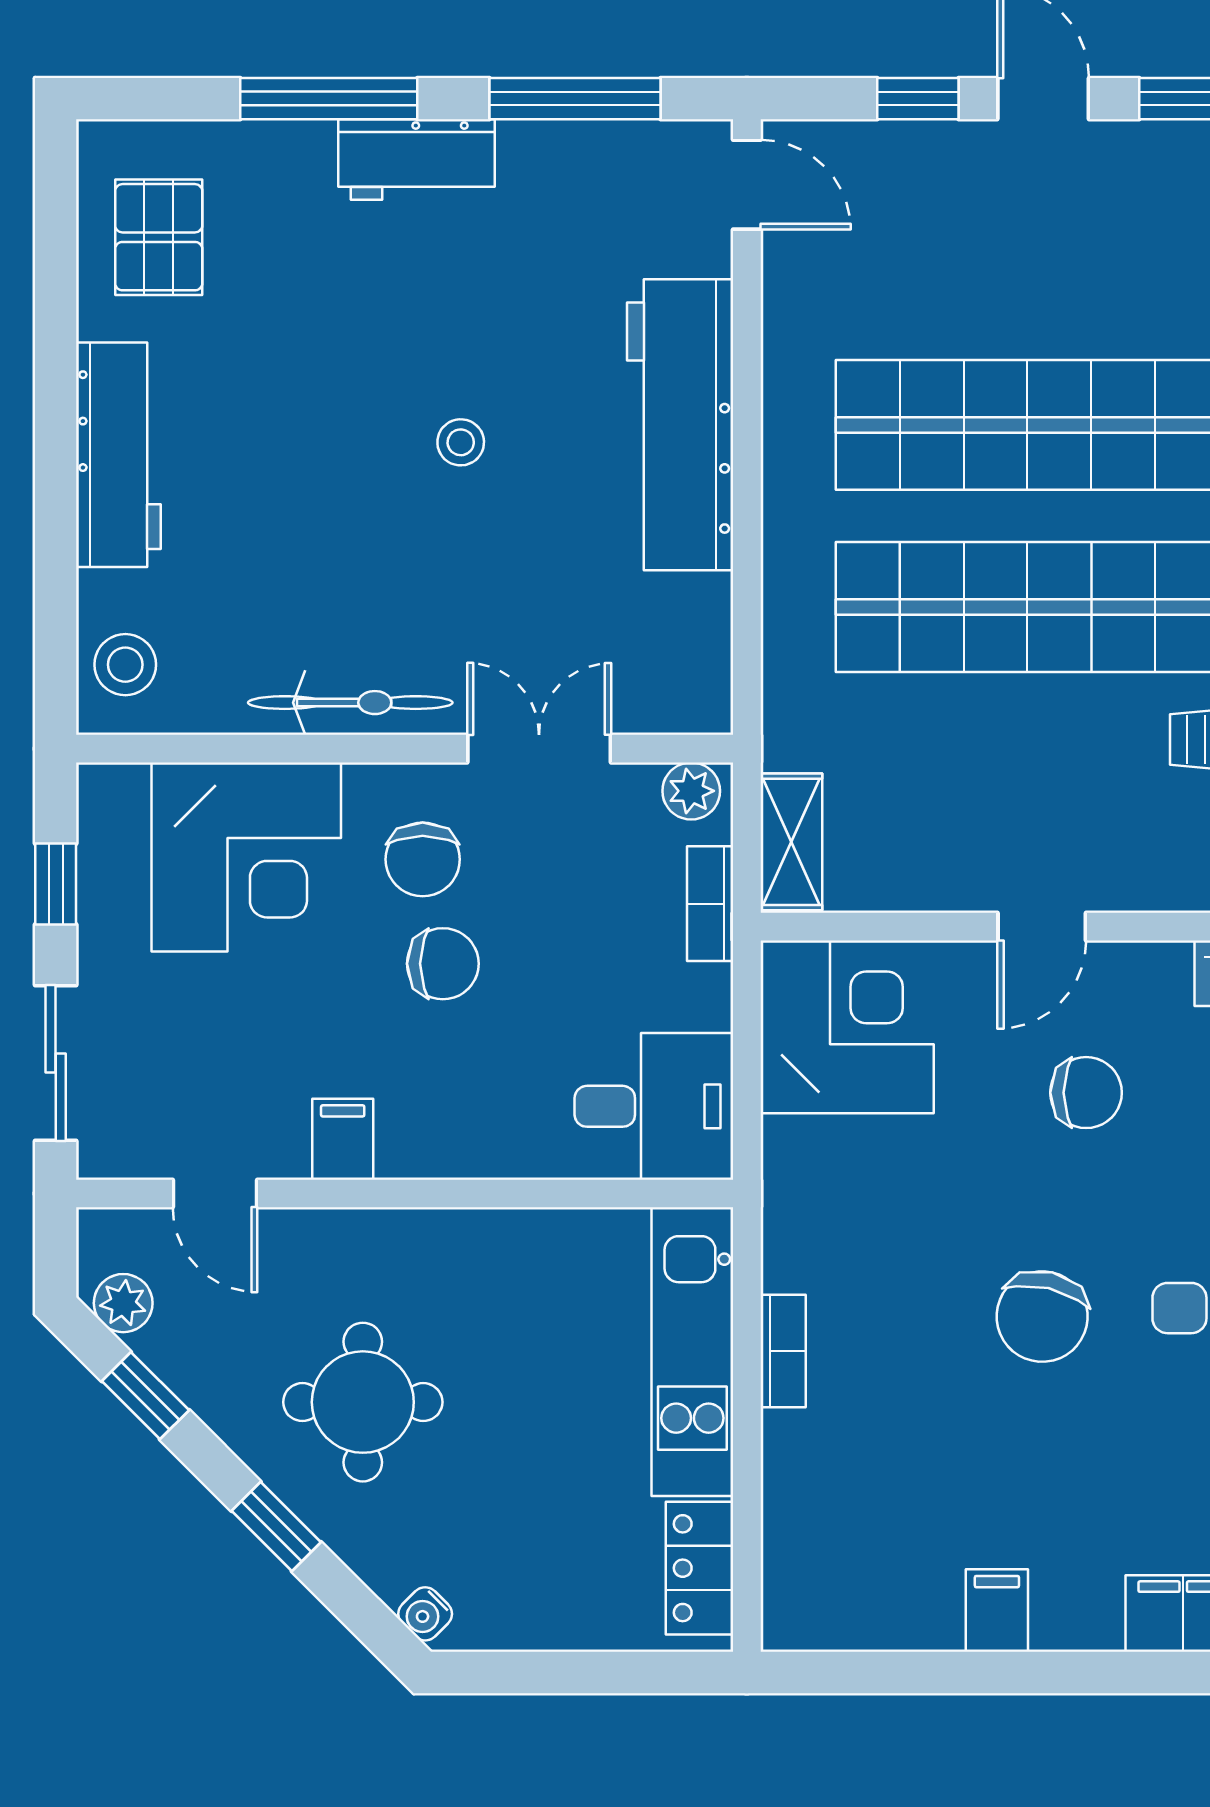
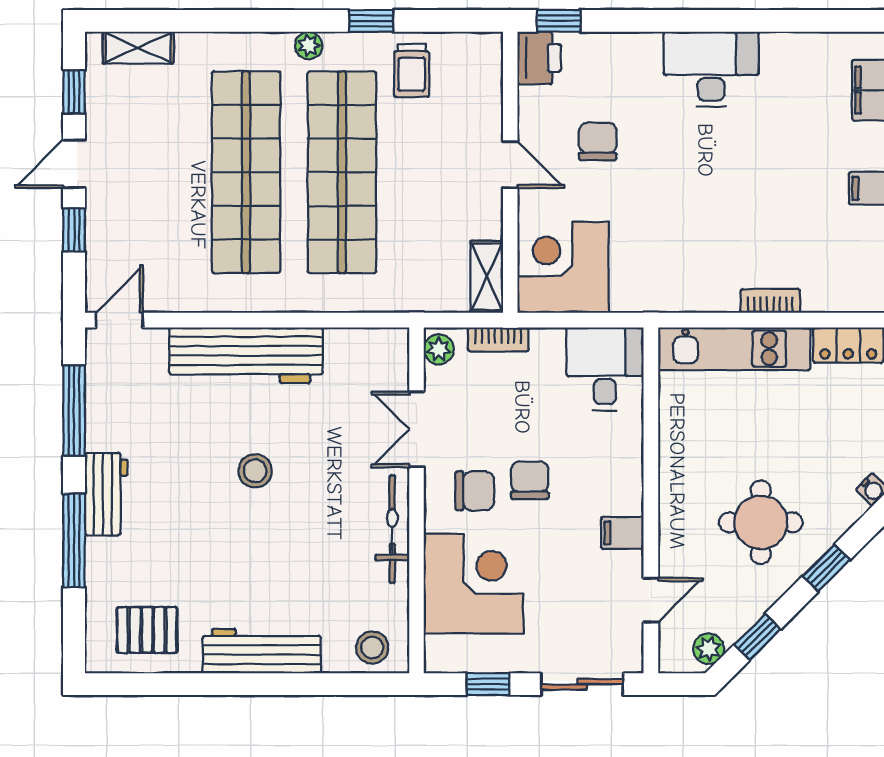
stool: (461, 442) -> (255, 471), width x1.37, depth x1.37
shelving: (791, 842) -> (487, 277), moved, turned 90
chair: (1042, 1317) -> (716, 165), removed
bookcase: (783, 1351) -> (770, 301), moved

